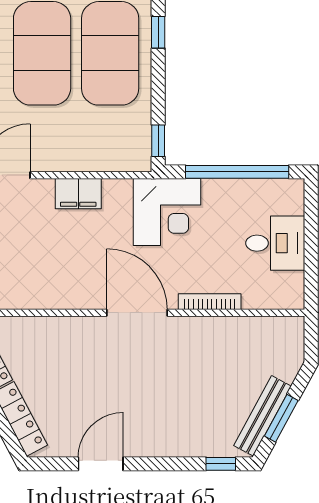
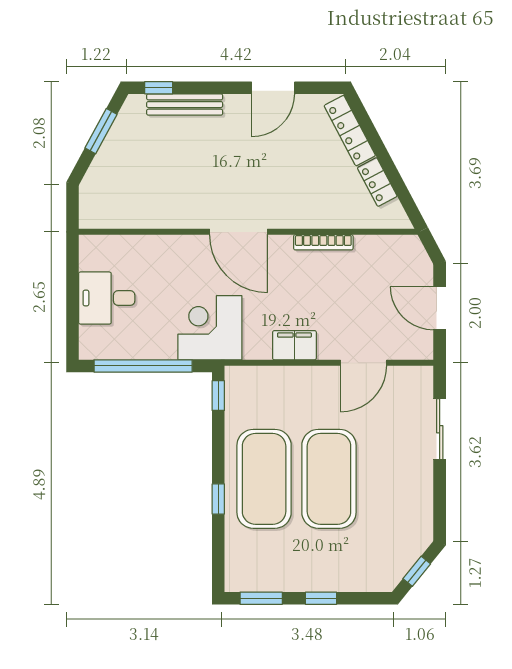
bookcase: (210, 302) -> (323, 242), moved
bench: (263, 416) -> (185, 105), moved, turned 62

